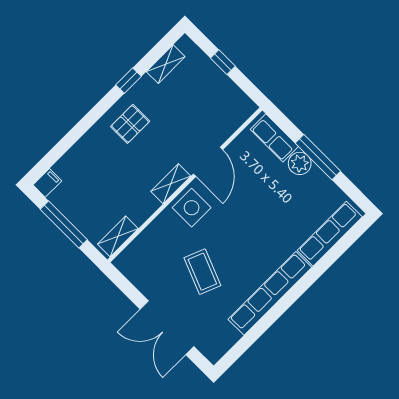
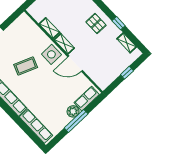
shelving: (118, 236) -> (49, 28), moved
coffee table: (202, 272) -> (26, 66), moved

